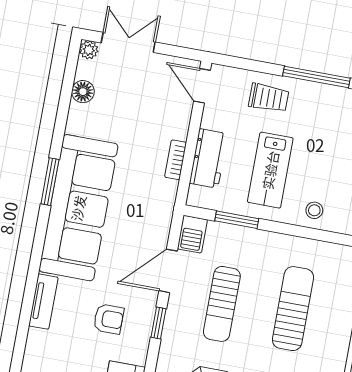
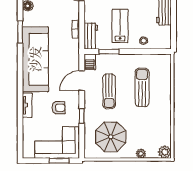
workbench: (208, 158) -> (91, 36), moved
lab bench: (270, 170) -> (120, 26), turned 180
window: (50, 182) -> (20, 32), moved
window: (159, 323) -> (82, 116), moved

